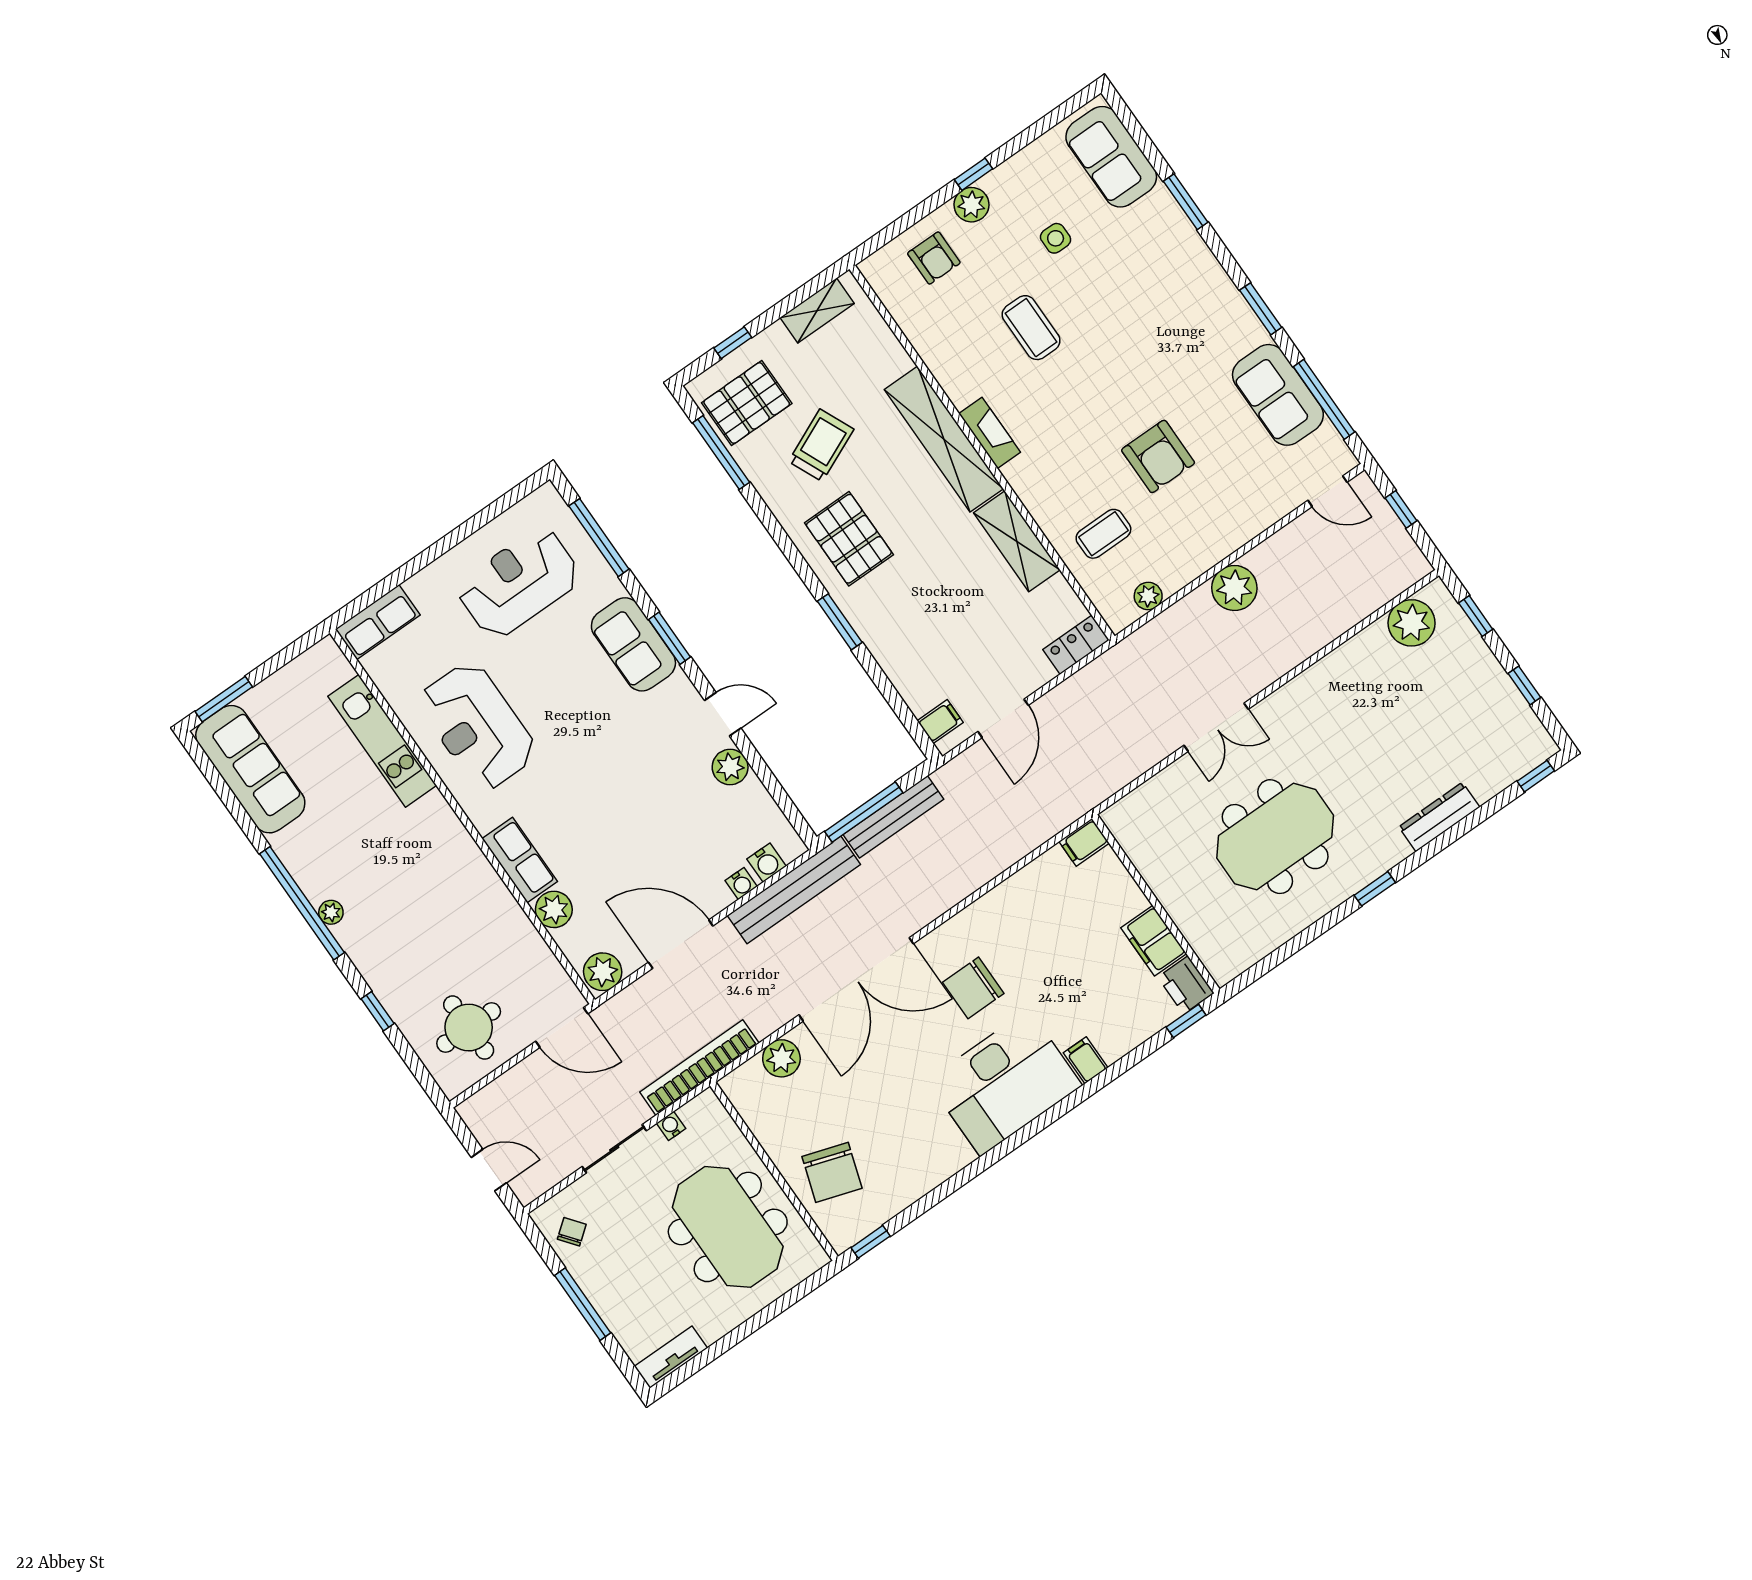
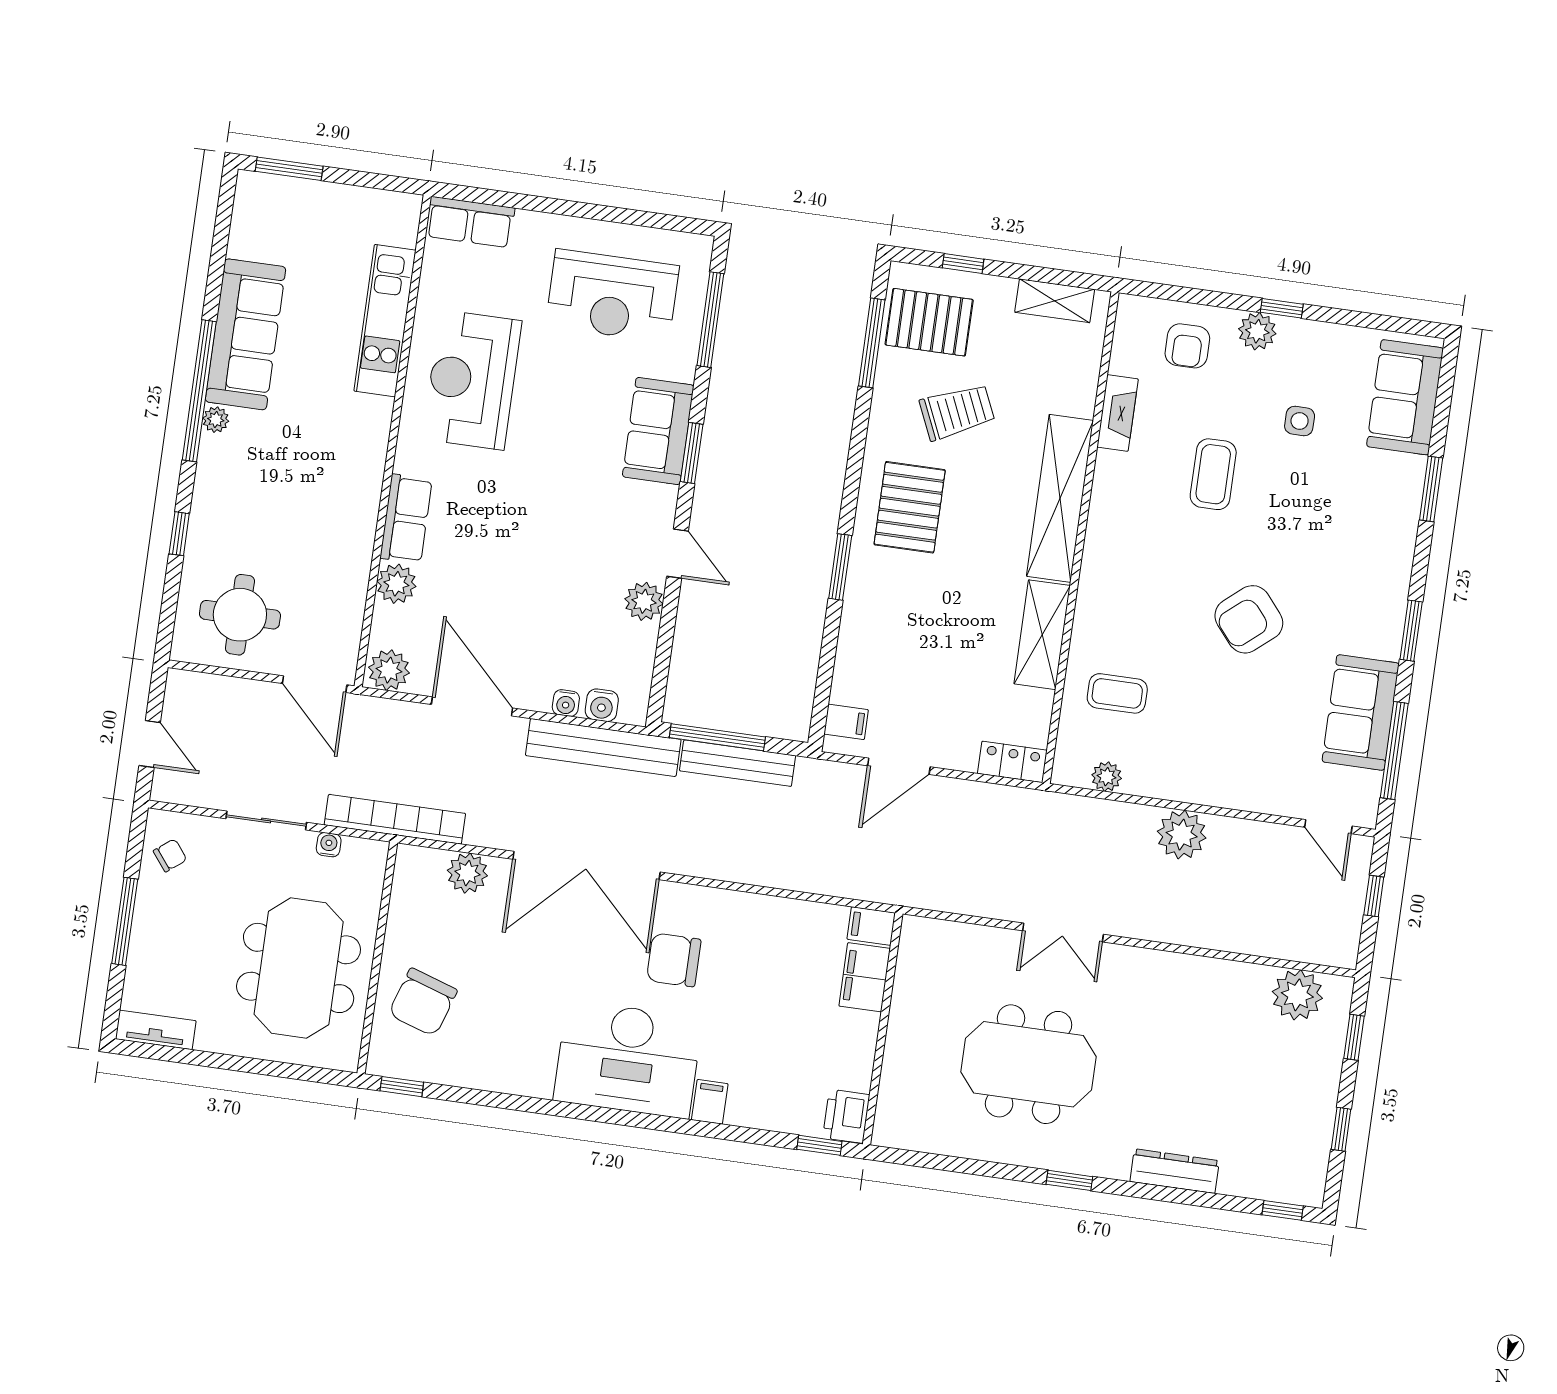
fireplace: (990, 433) -> (1118, 413), moved
armchair: (1158, 456) -> (1249, 619), moved, turned 50
reception desk: (519, 583) -> (612, 296), turned 180
sofa: (250, 769) -> (246, 334), moved
filing cabinet: (1154, 941) -> (865, 977), moved

